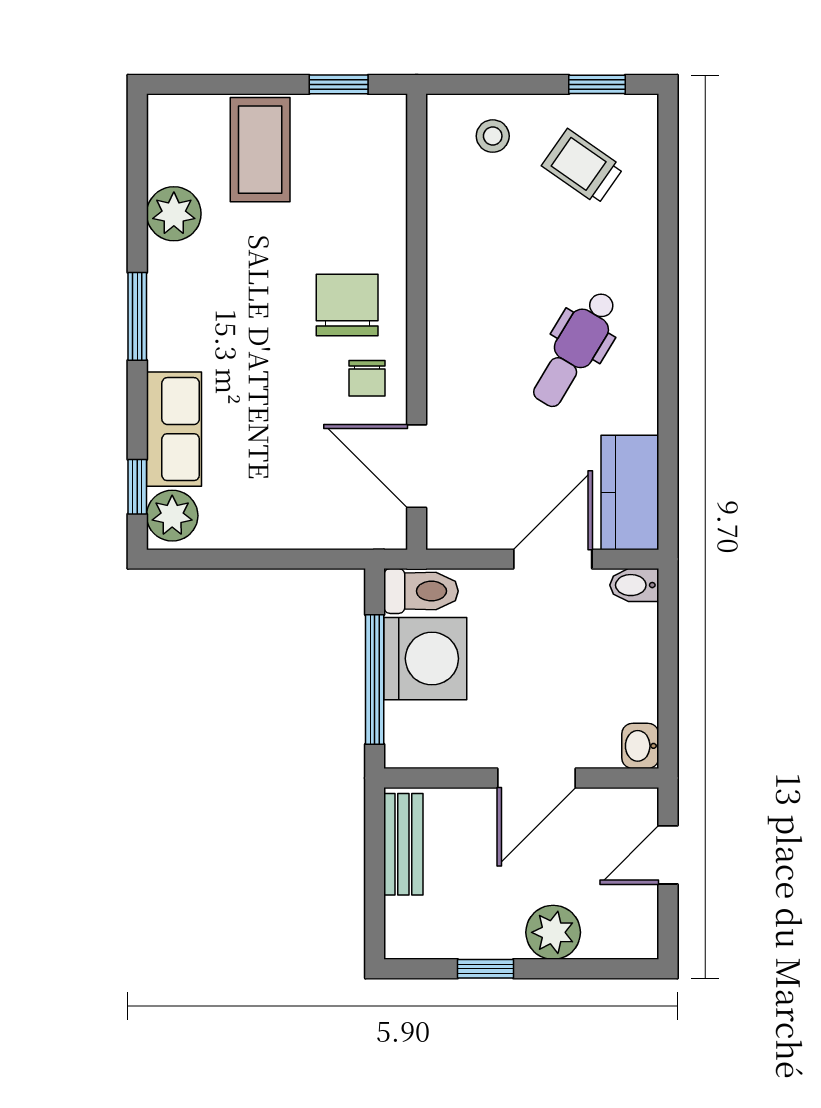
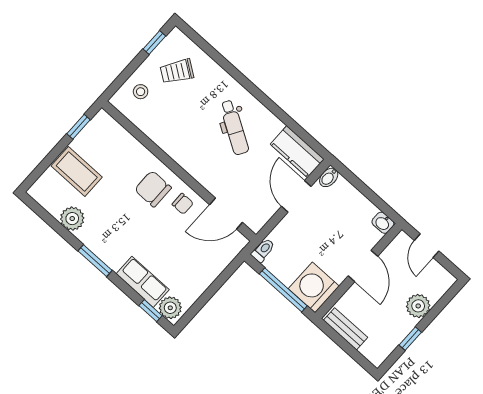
toilet: (421, 591) -> (263, 250), width x0.73, depth x0.72
washing machine: (425, 659) -> (314, 287), moved, turned -90

